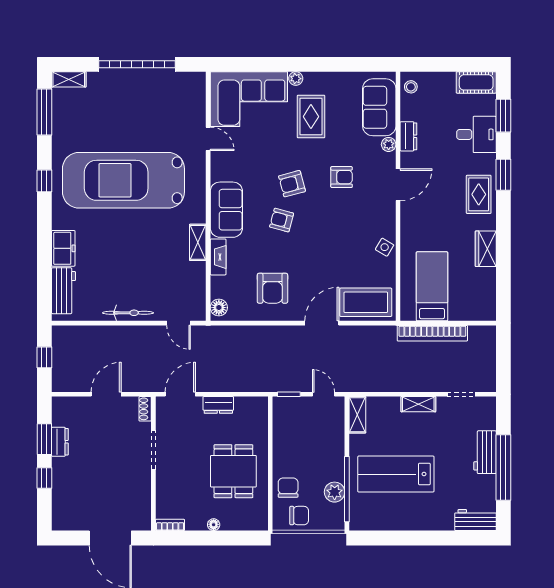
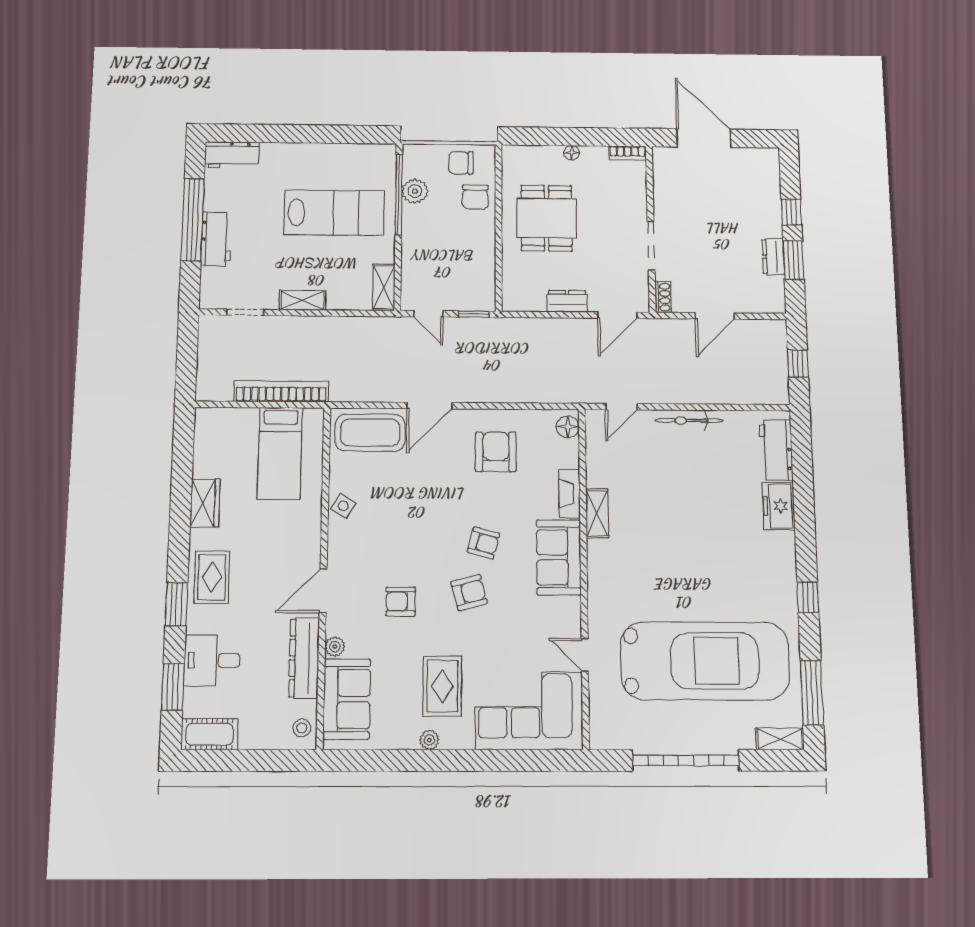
plant: (296, 79) -> (429, 740), moved
dresser: (408, 136) -> (304, 658), width x1.96, depth x1.24
car: (123, 180) -> (705, 661), moved
door: (178, 323) -> (621, 407), swing flipped

